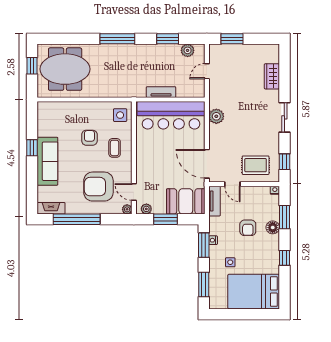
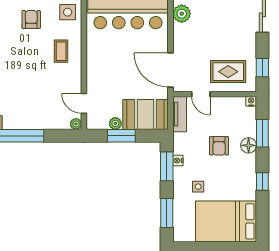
armchair: (89, 138) -> (31, 20), moved
armchair: (98, 187) -> (42, 97), removed
plant: (146, 209) -> (115, 123), moved

